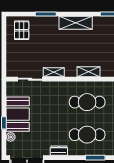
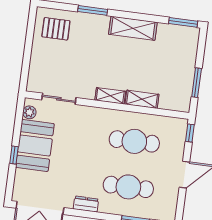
pallet: (22, 30) -> (56, 29), turned 90
shelving: (54, 72) -> (110, 96), moved
plant: (11, 137) -> (29, 112), moved

